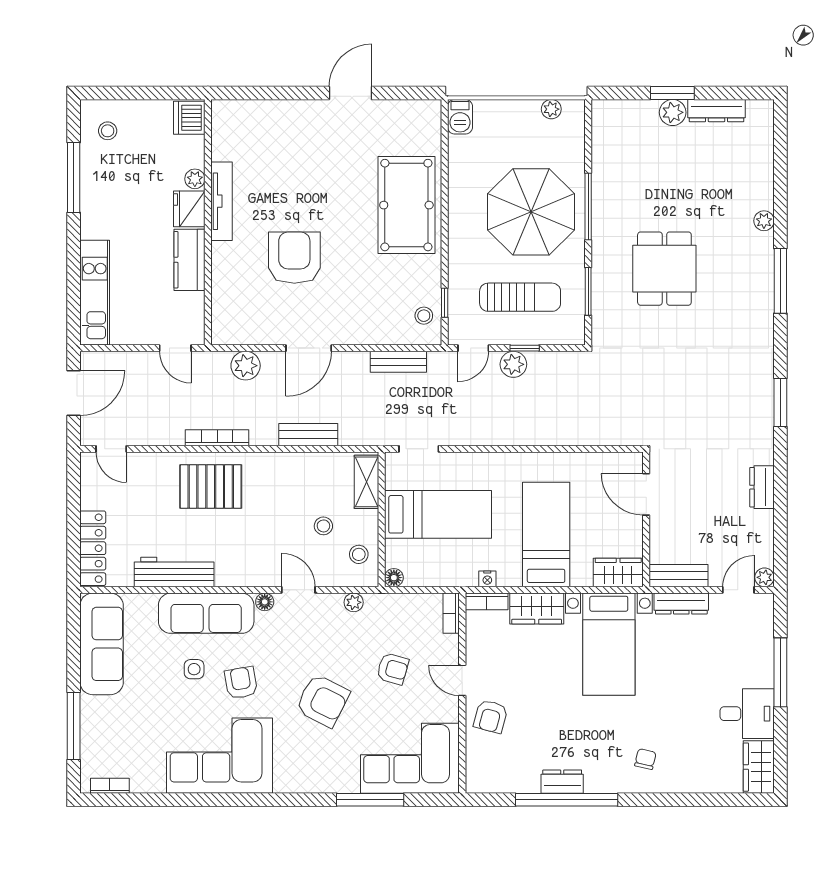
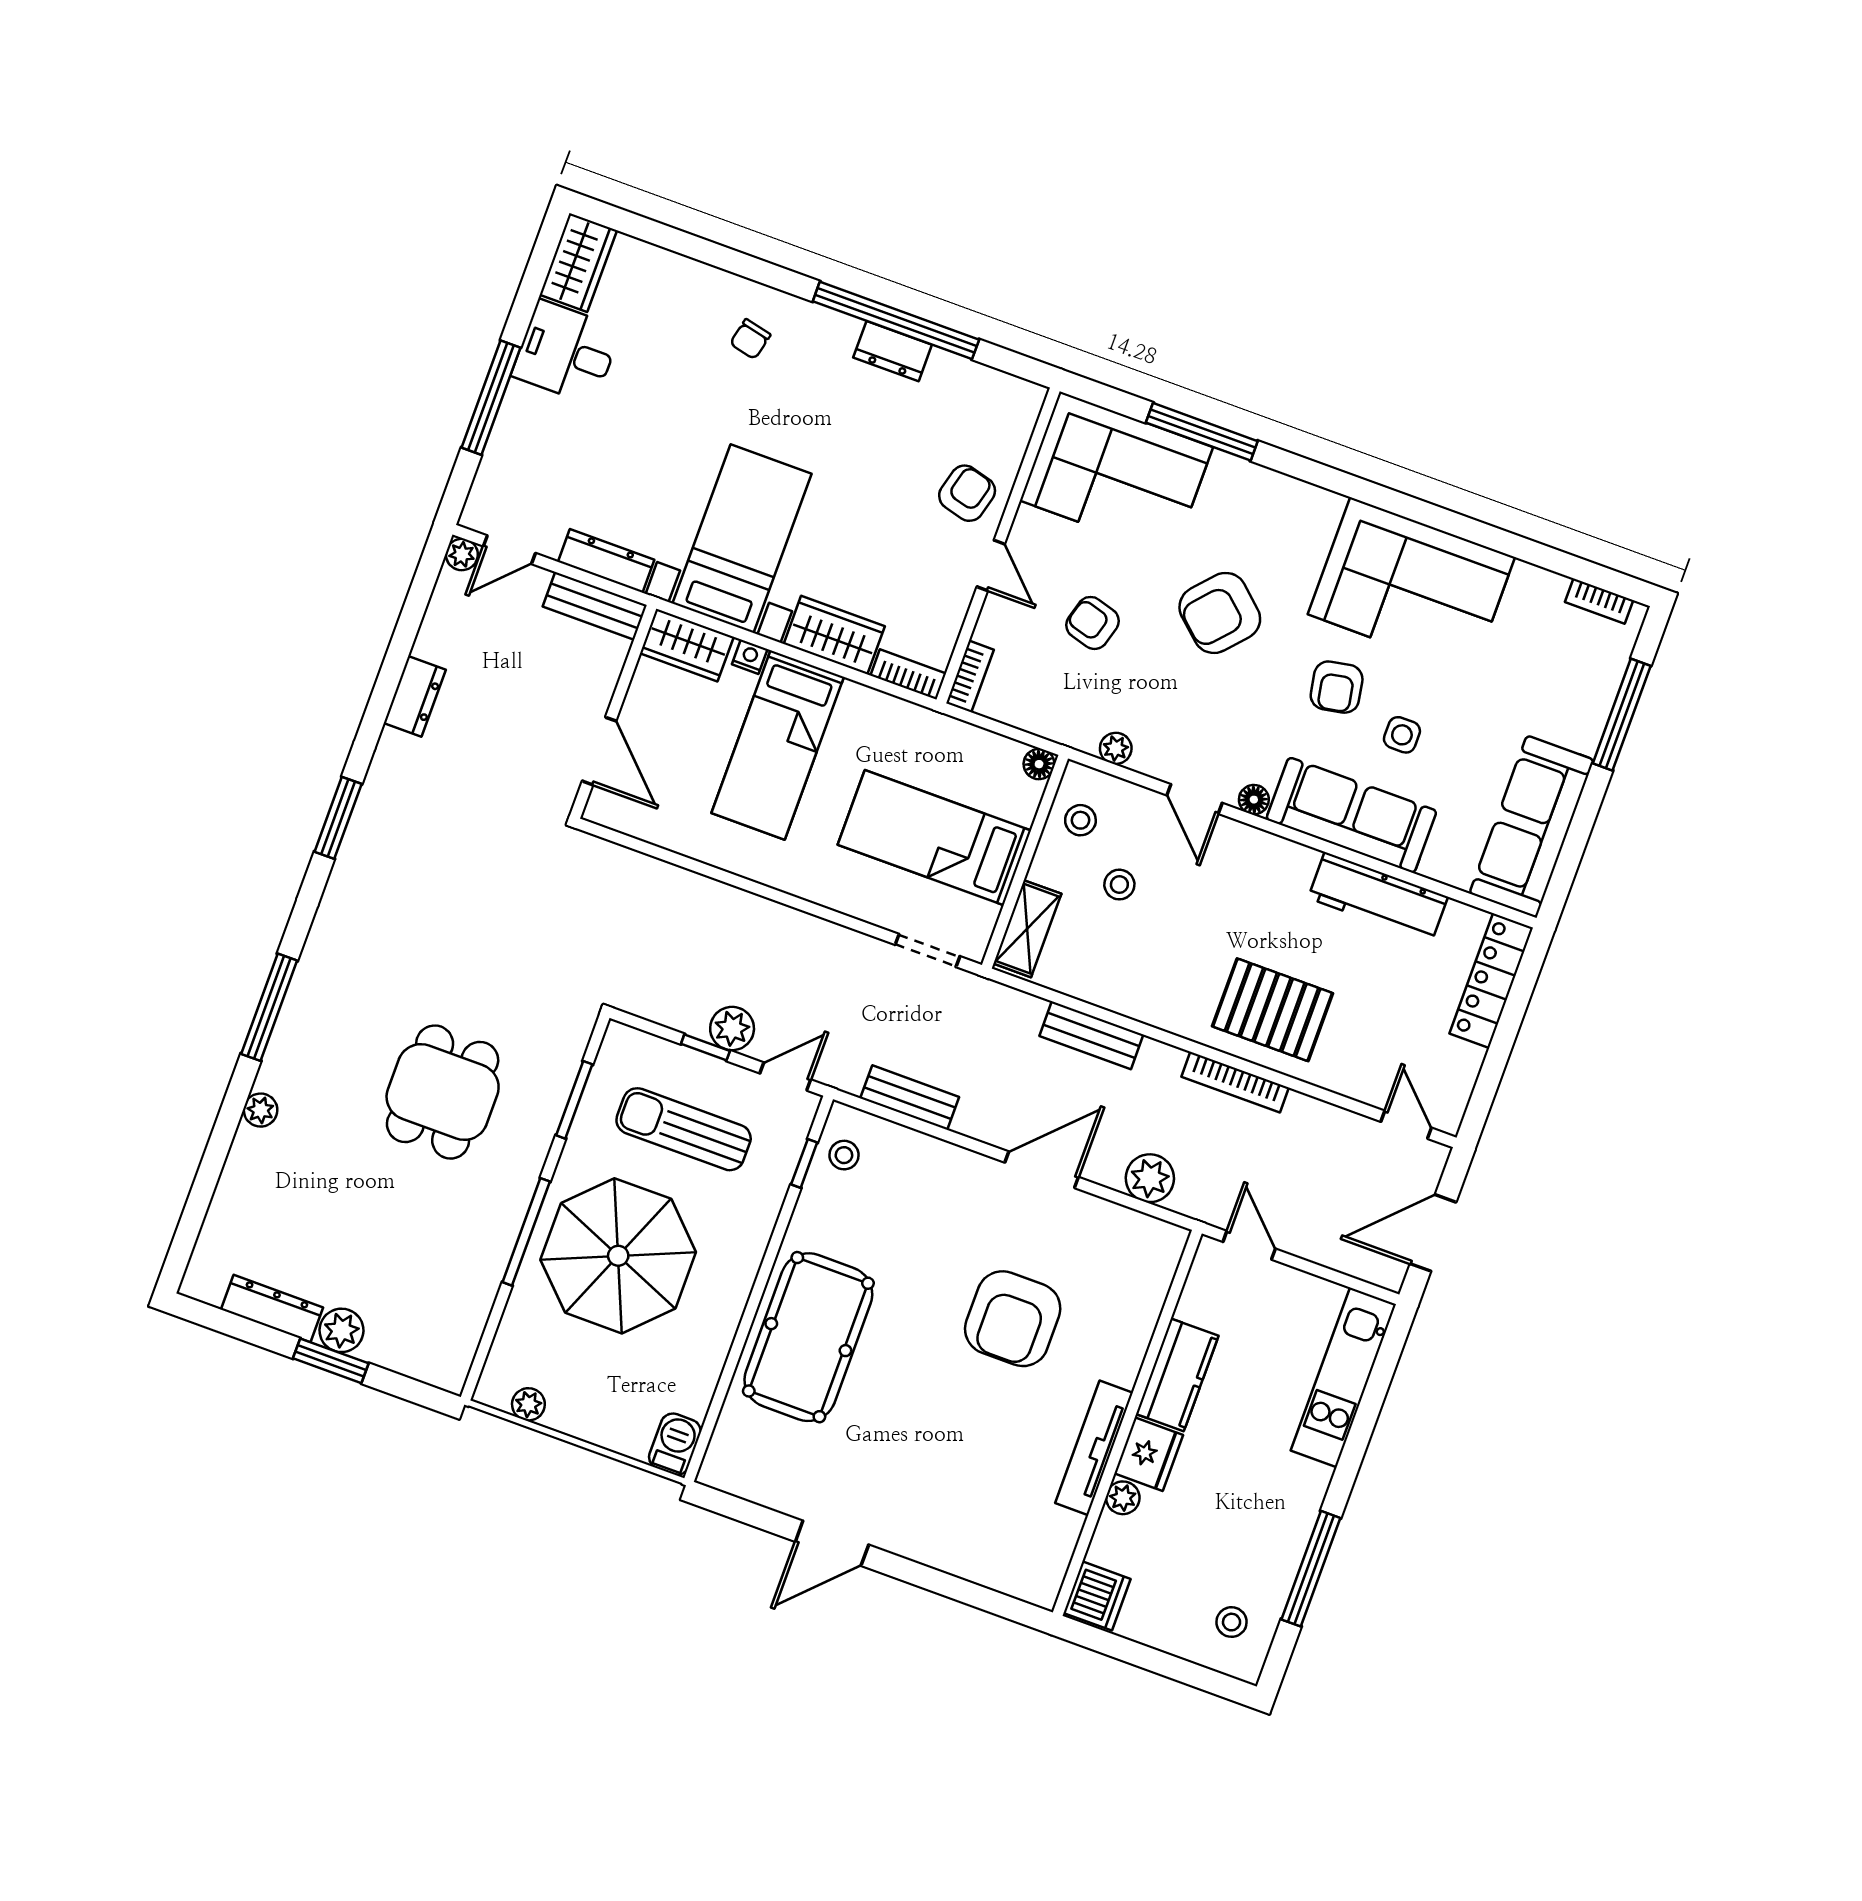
nightstand: (487, 579) -> (750, 657), moved
armchair: (323, 701) -> (1220, 613), turned -75

